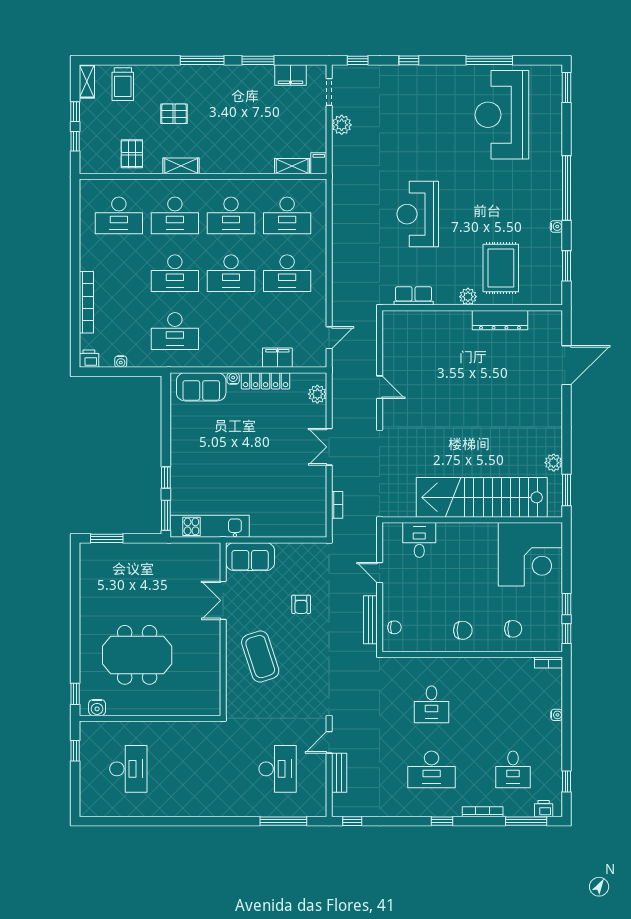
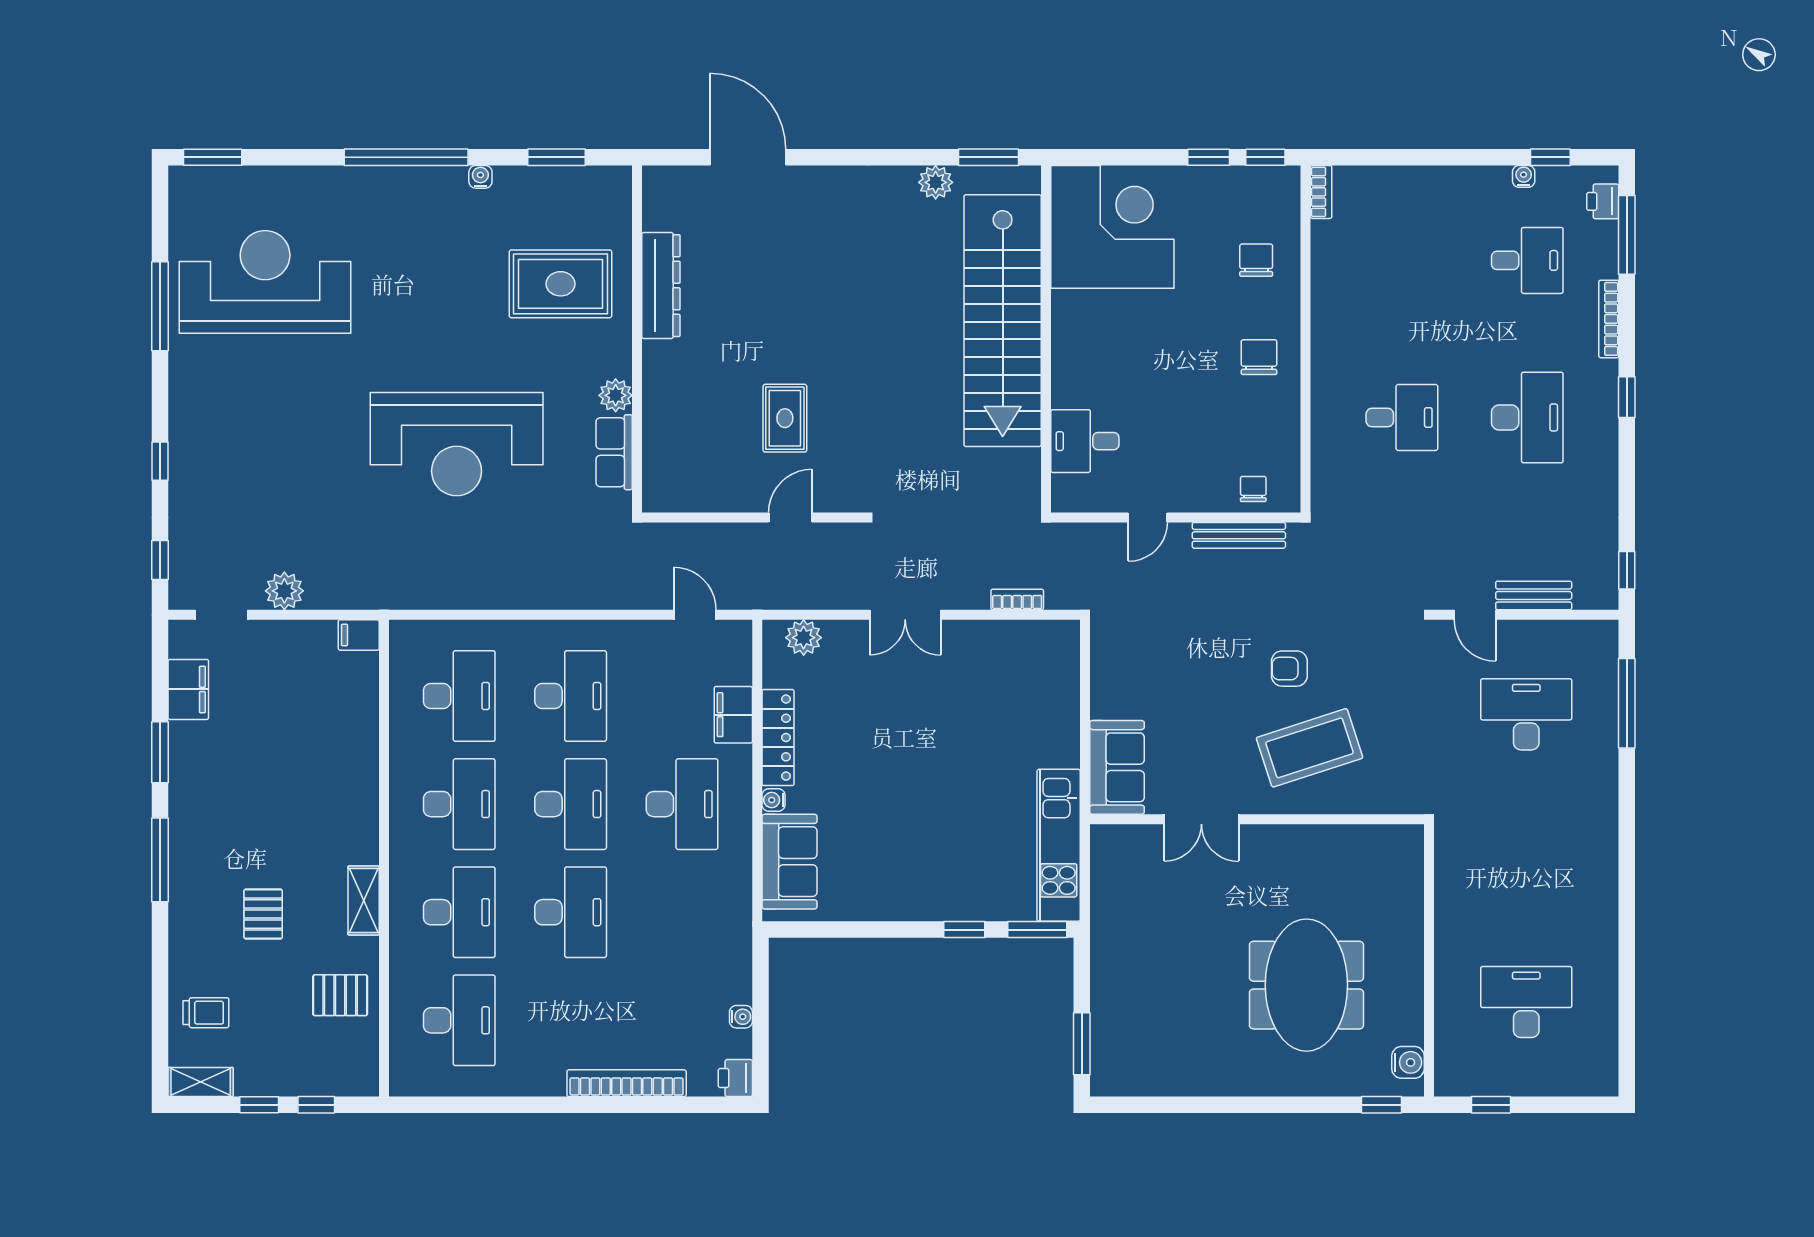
trolley: (123, 84) -> (206, 1013), width x0.73, depth x0.72
reception desk: (502, 115) -> (265, 282), turned 180
shelving: (292, 166) -> (364, 686), removed
reception desk: (418, 214) -> (457, 444), width x1.36, depth x1.30
plant: (468, 297) -> (616, 395), moved
desk: (175, 331) -> (682, 804), moved
rug: (431, 384) -> (785, 418), added
armchair: (301, 604) -> (1289, 669), moved, turned 180
water cooler: (557, 715) -> (1524, 176), moved

